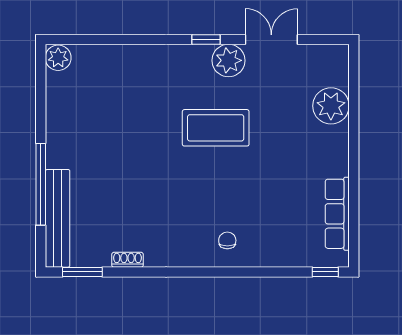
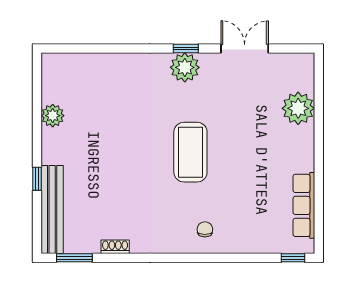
plant: (58, 58) -> (53, 116), moved
plant: (228, 60) -> (185, 67), moved
coffee table: (216, 128) -> (190, 152), moved, turned 90
window: (41, 184) -> (37, 179), width x0.32

